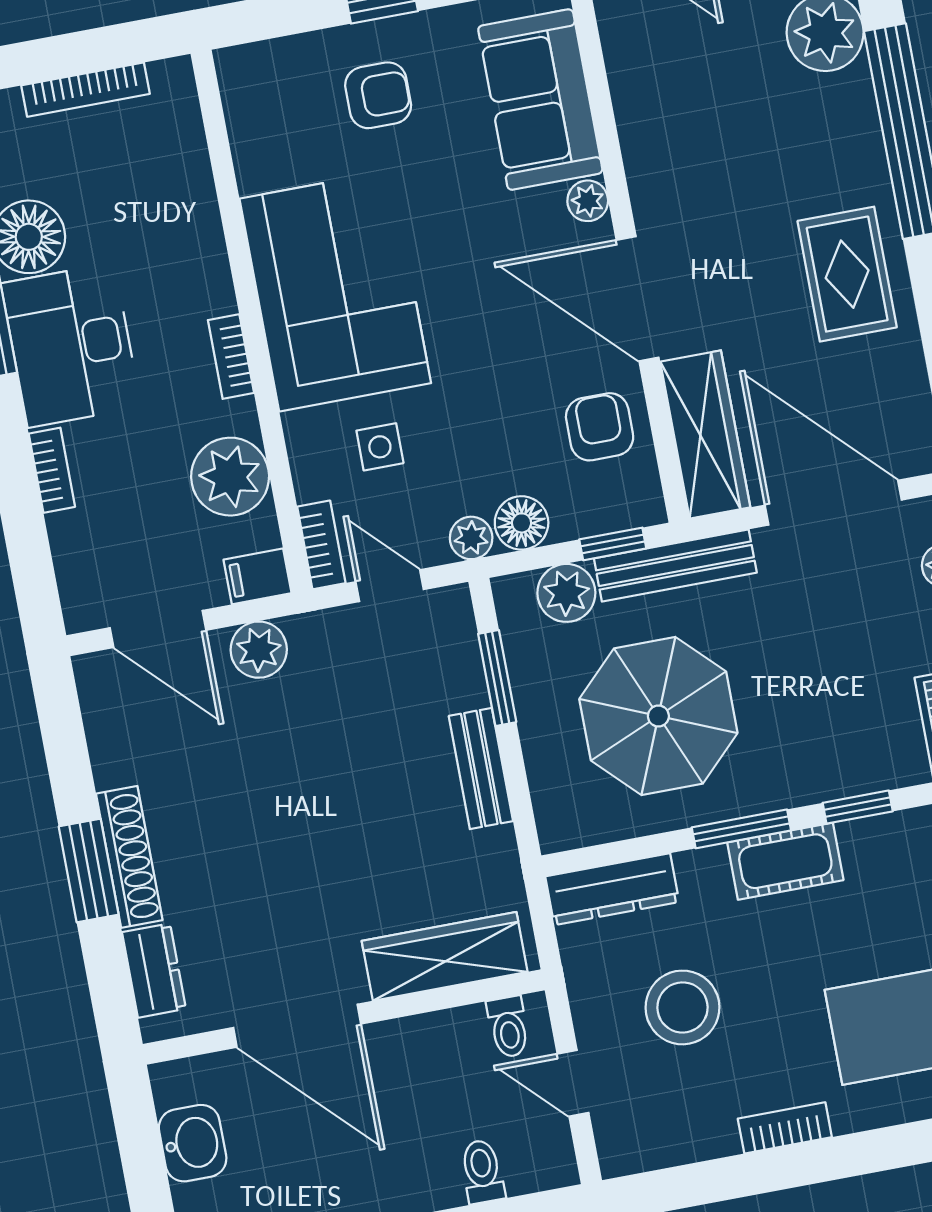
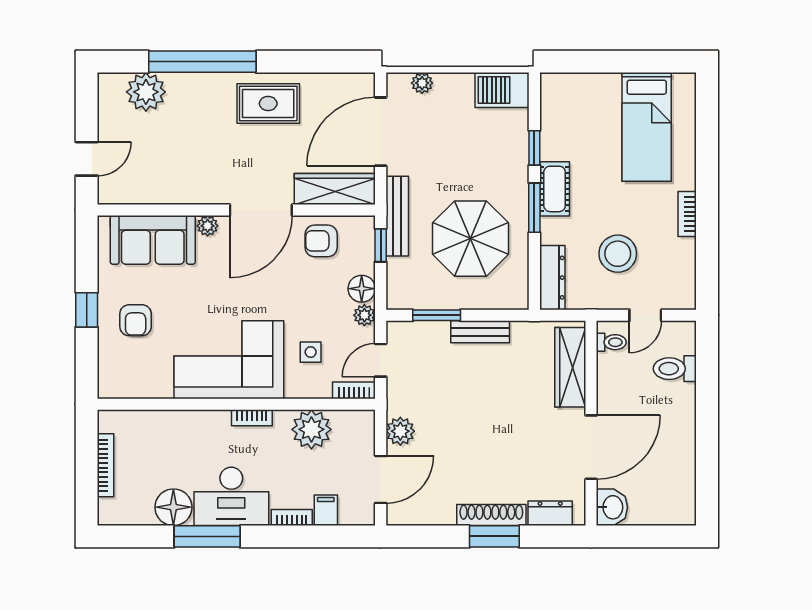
armchair: (378, 95) -> (136, 320), turned 180
filing cabinet: (257, 576) -> (326, 510), moved, turned 180
plant: (566, 593) -> (401, 273), removed
washbasin: (193, 1143) -> (612, 507), moved, turned 90
toilet: (482, 1172) -> (675, 369), width x1.37, depth x1.39

